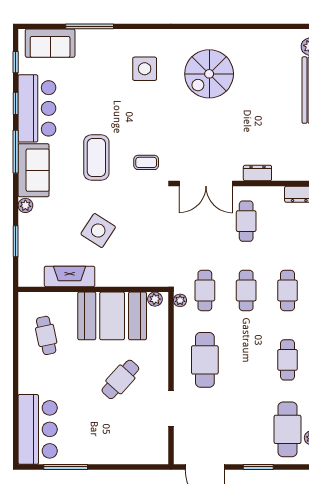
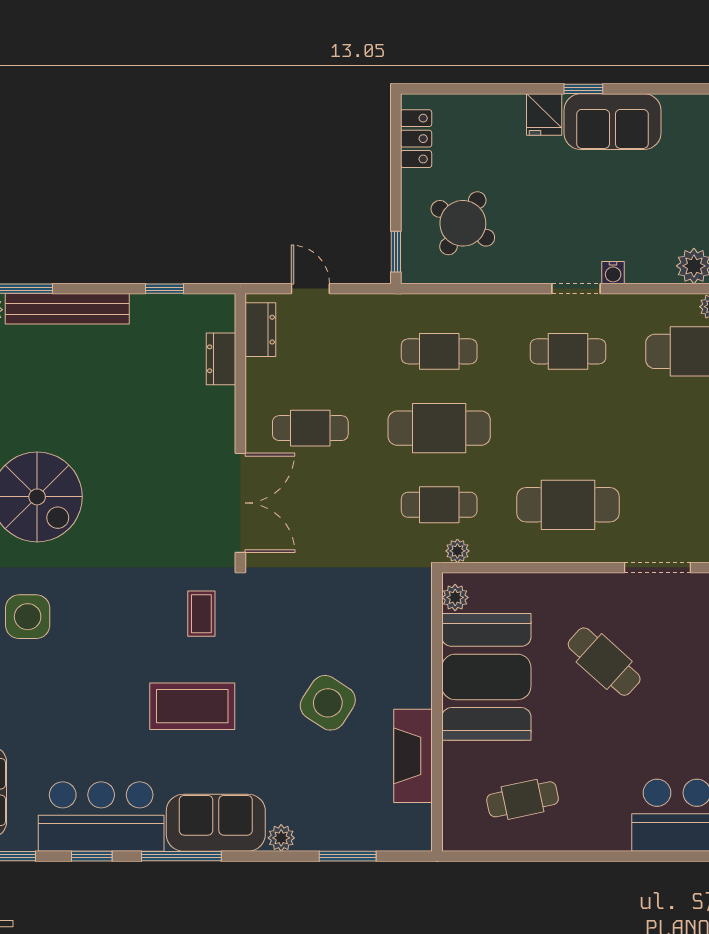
dresser: (257, 173) -> (221, 359), moved
cafe table: (246, 291) -> (439, 428), width x1.37, depth x1.35

